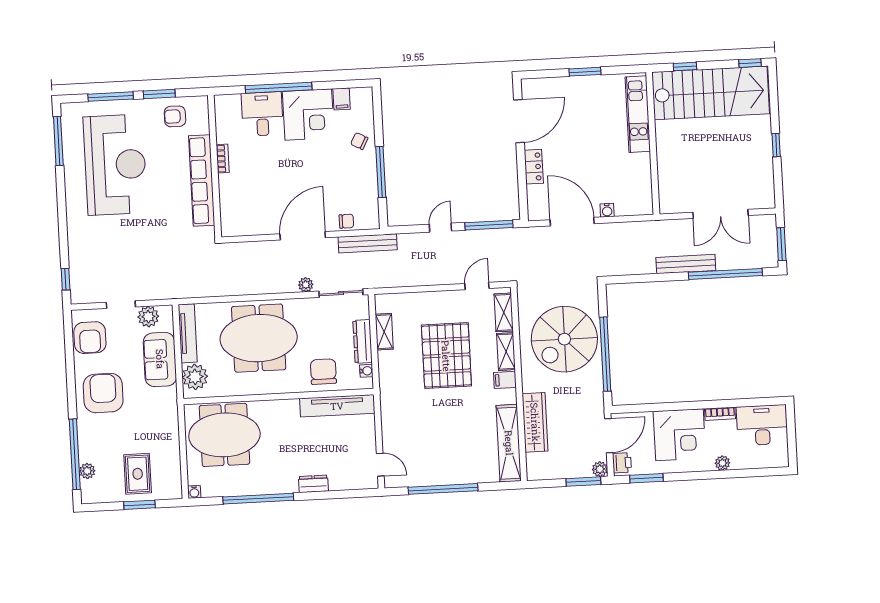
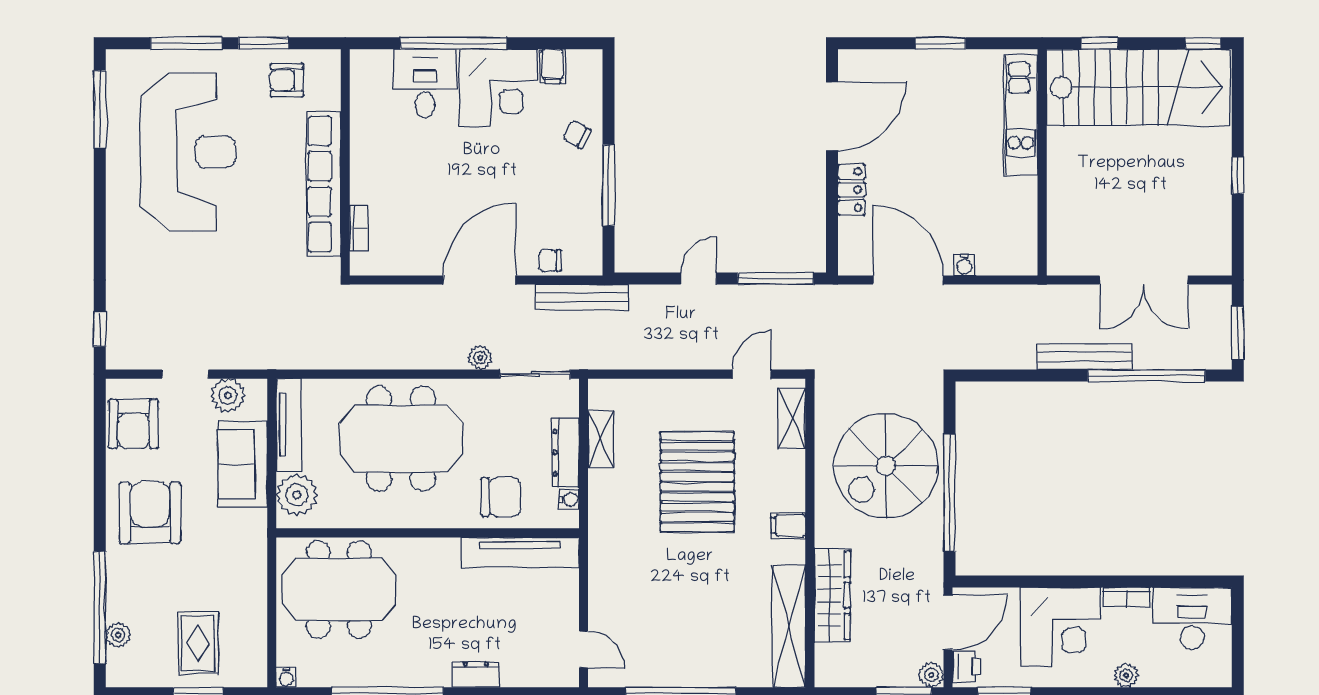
bookcase: (223, 159) -> (359, 228), moved
chair: (346, 221) -> (550, 261), turned 180
shelving: (506, 352) -> (792, 481), removed
chair: (323, 372) -> (501, 497), turned 90

